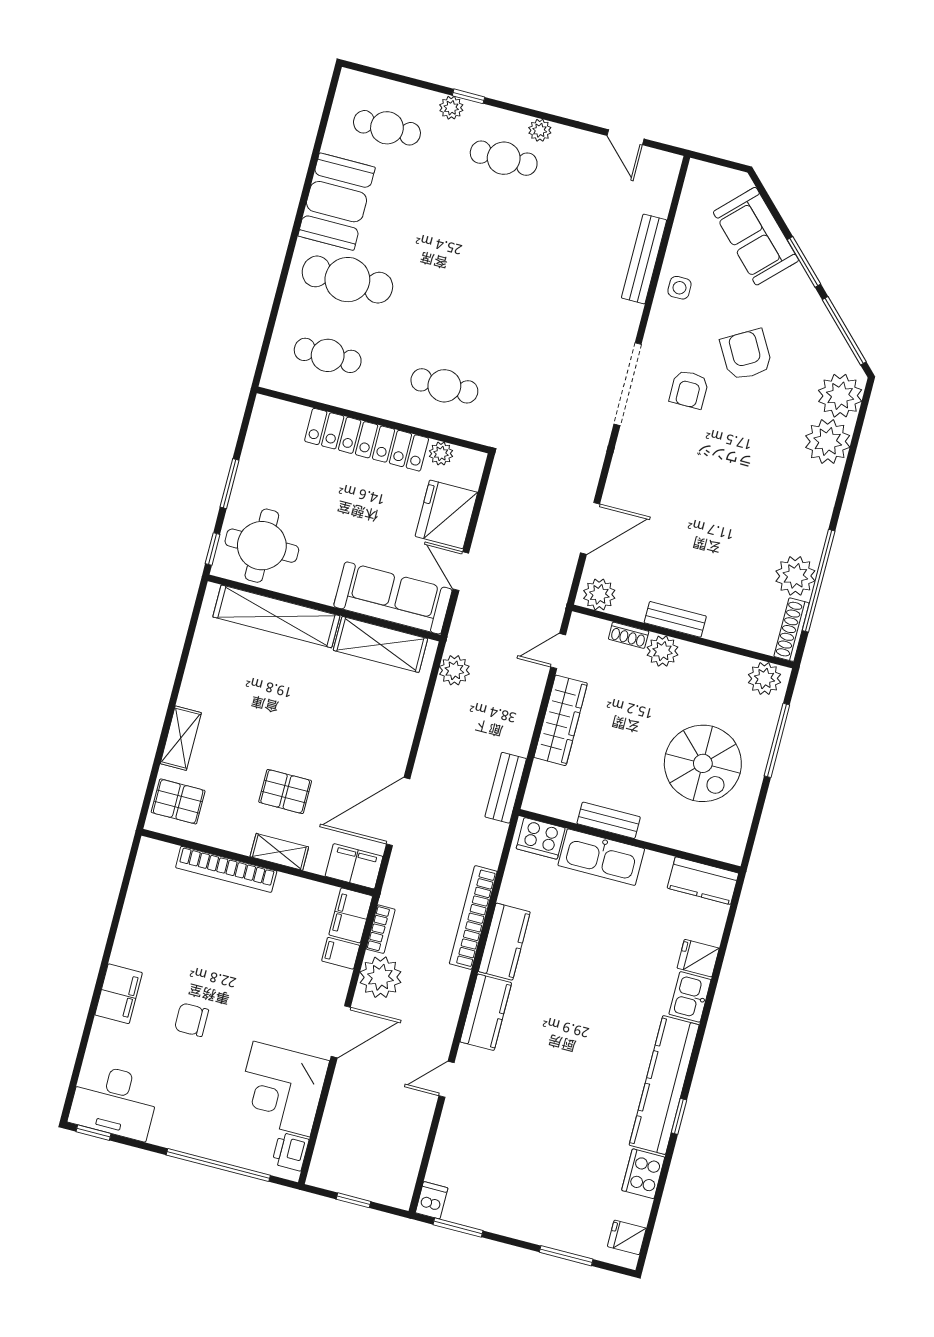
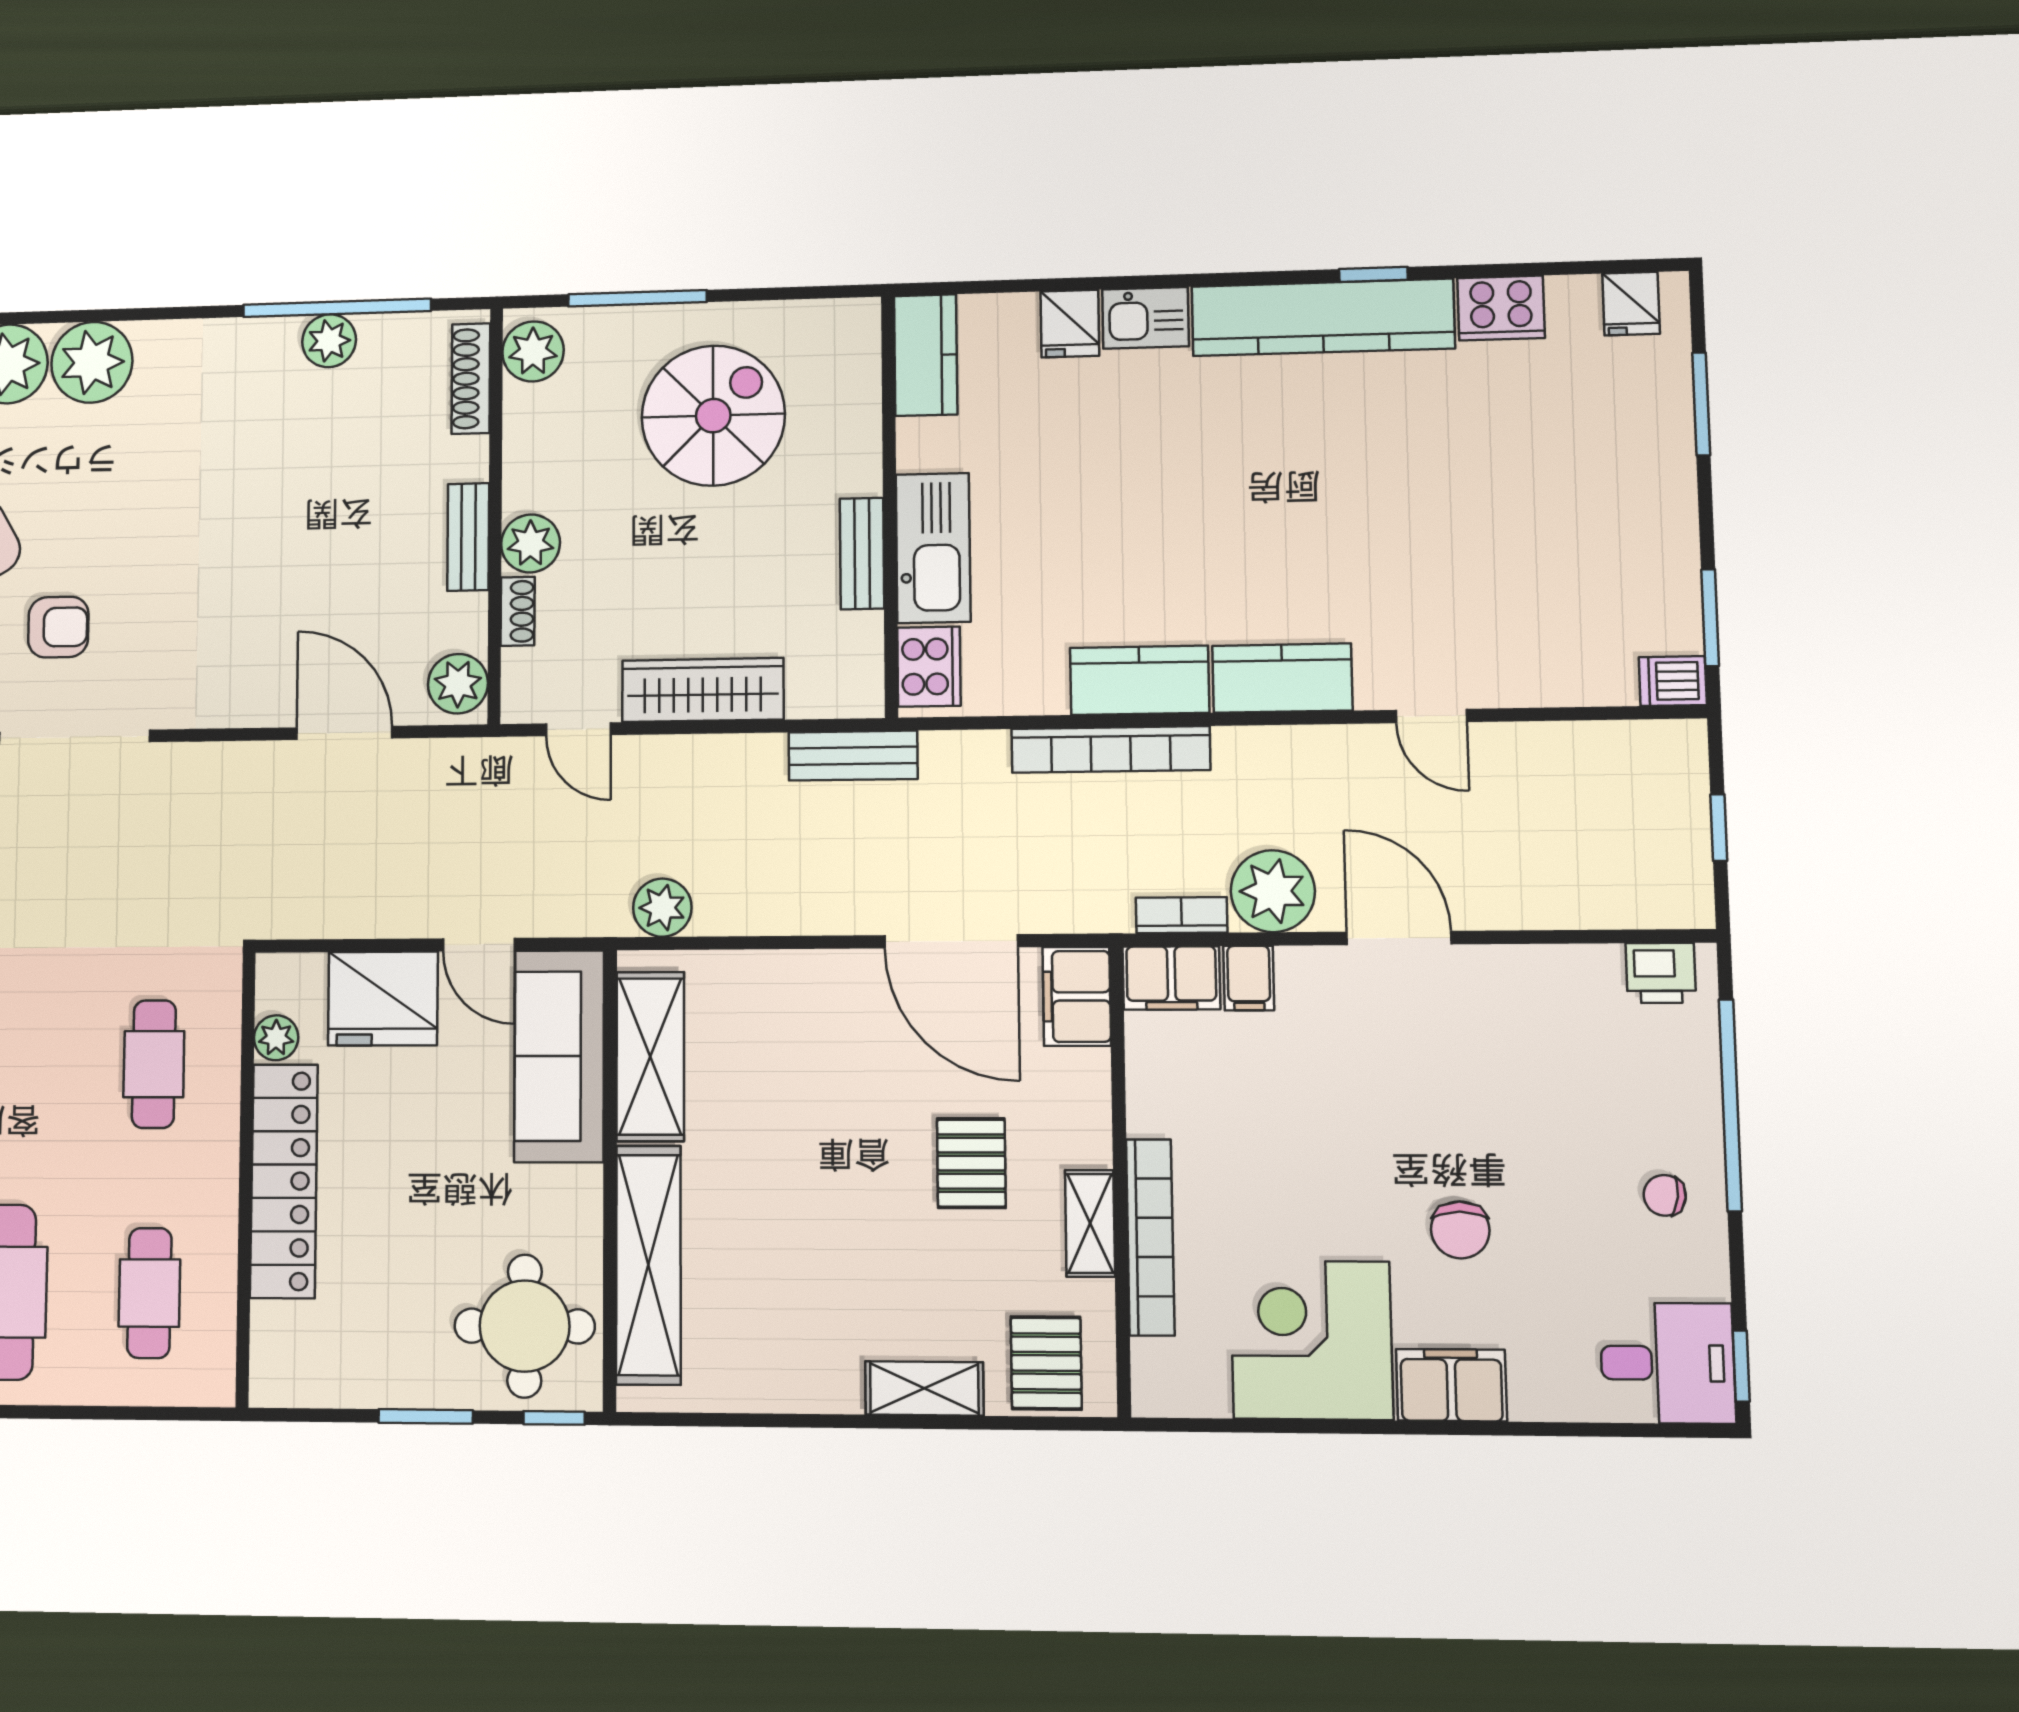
door: (461, 571) -> (479, 945), hinge flipped
plant: (795, 576) -> (329, 341), width x0.73, depth x0.73
shoe rack: (792, 630) -> (471, 379), moved, turned 90
shelving: (279, 852) -> (1090, 1223), moved
corner desk: (282, 1089) -> (1311, 1340), moved, turned 180
desk: (114, 1101) -> (1668, 1363), width x0.73
chair: (183, 1121) -> (1665, 1195), added

